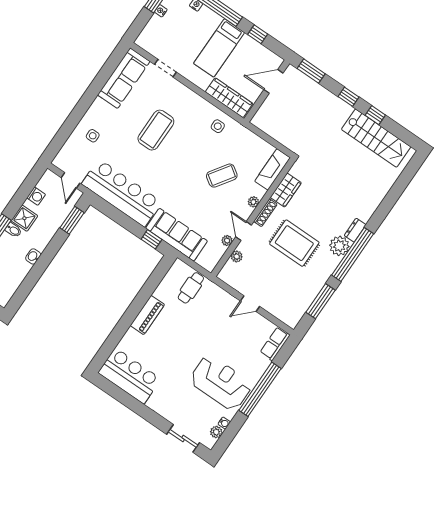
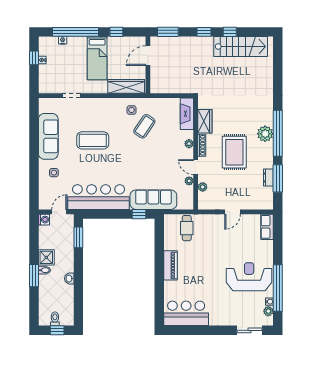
sofa: (124, 78) -> (48, 136), moved
coffee table: (156, 130) -> (93, 140), turned 90
coffee table: (222, 176) -> (144, 126), moved
door: (71, 180) -> (59, 212), swing flipped
washing machine: (36, 196) -> (44, 220), moved
dresser: (355, 230) -> (268, 177), moved
rug: (294, 243) -> (234, 152), turned 90
window: (260, 389) -> (278, 288), moved

